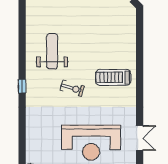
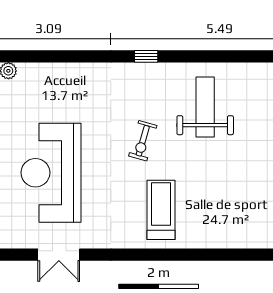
weight bench: (52, 51) -> (205, 107), turned -90

